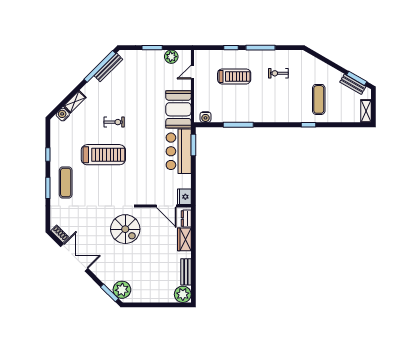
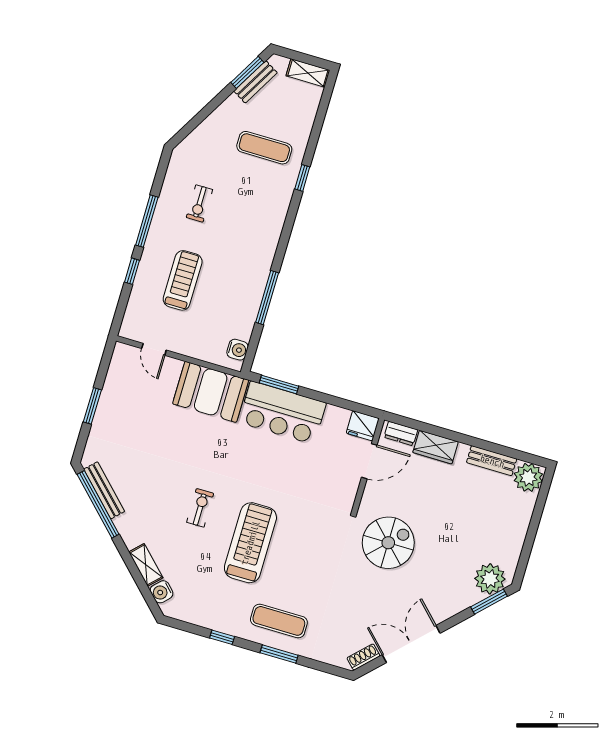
plant: (171, 57) -> (117, 378), removed

